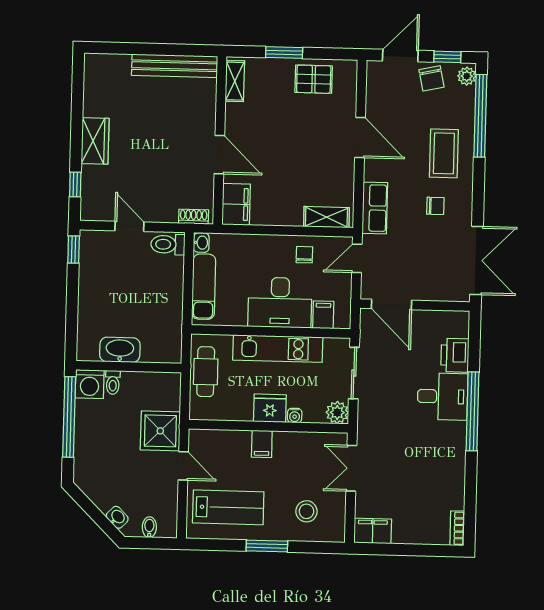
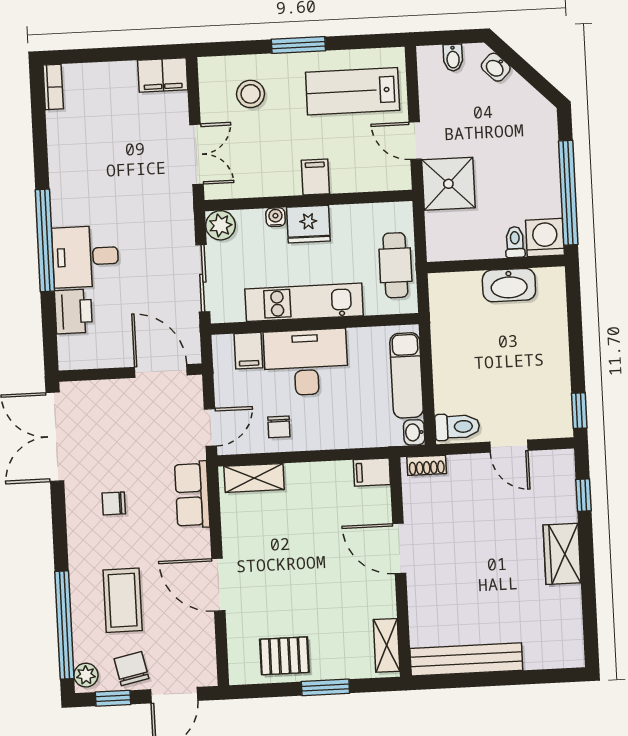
coffee table: (444, 153) -> (123, 600), moved
filing cabinet: (236, 204) -> (372, 472), width x0.50

